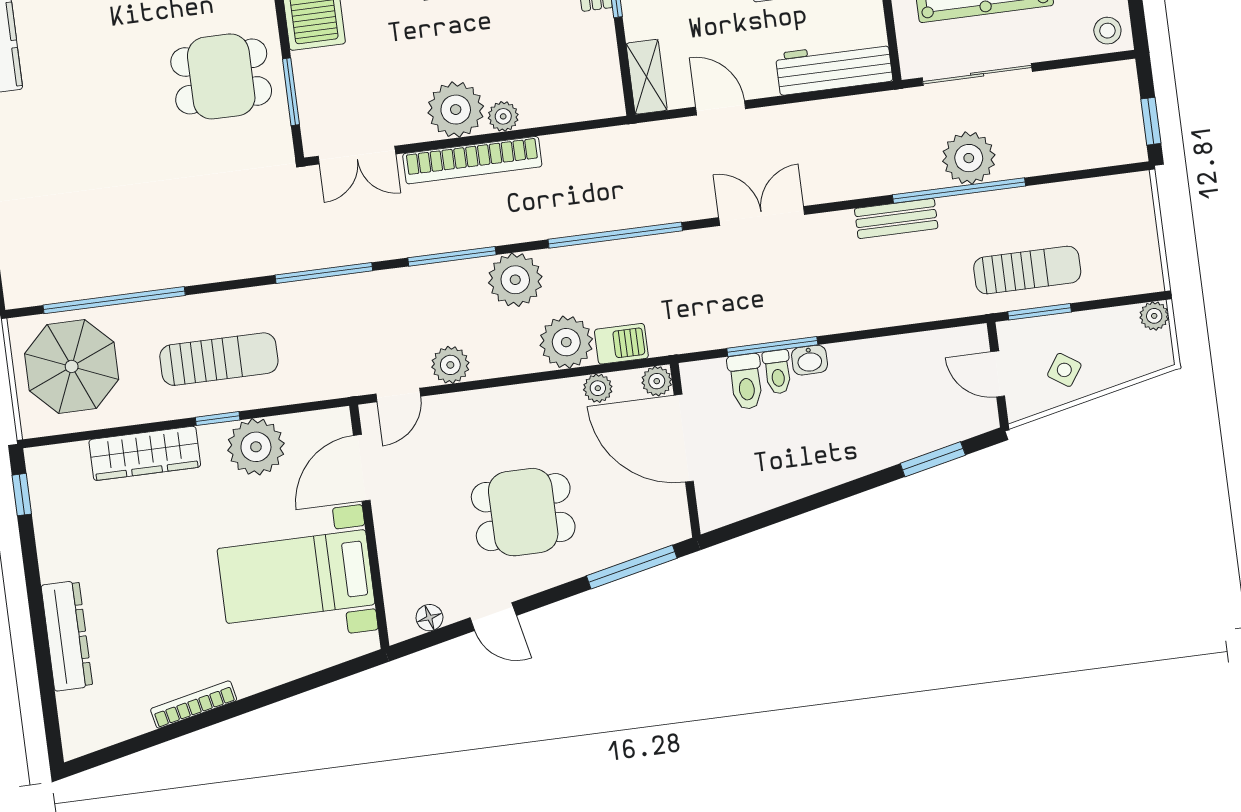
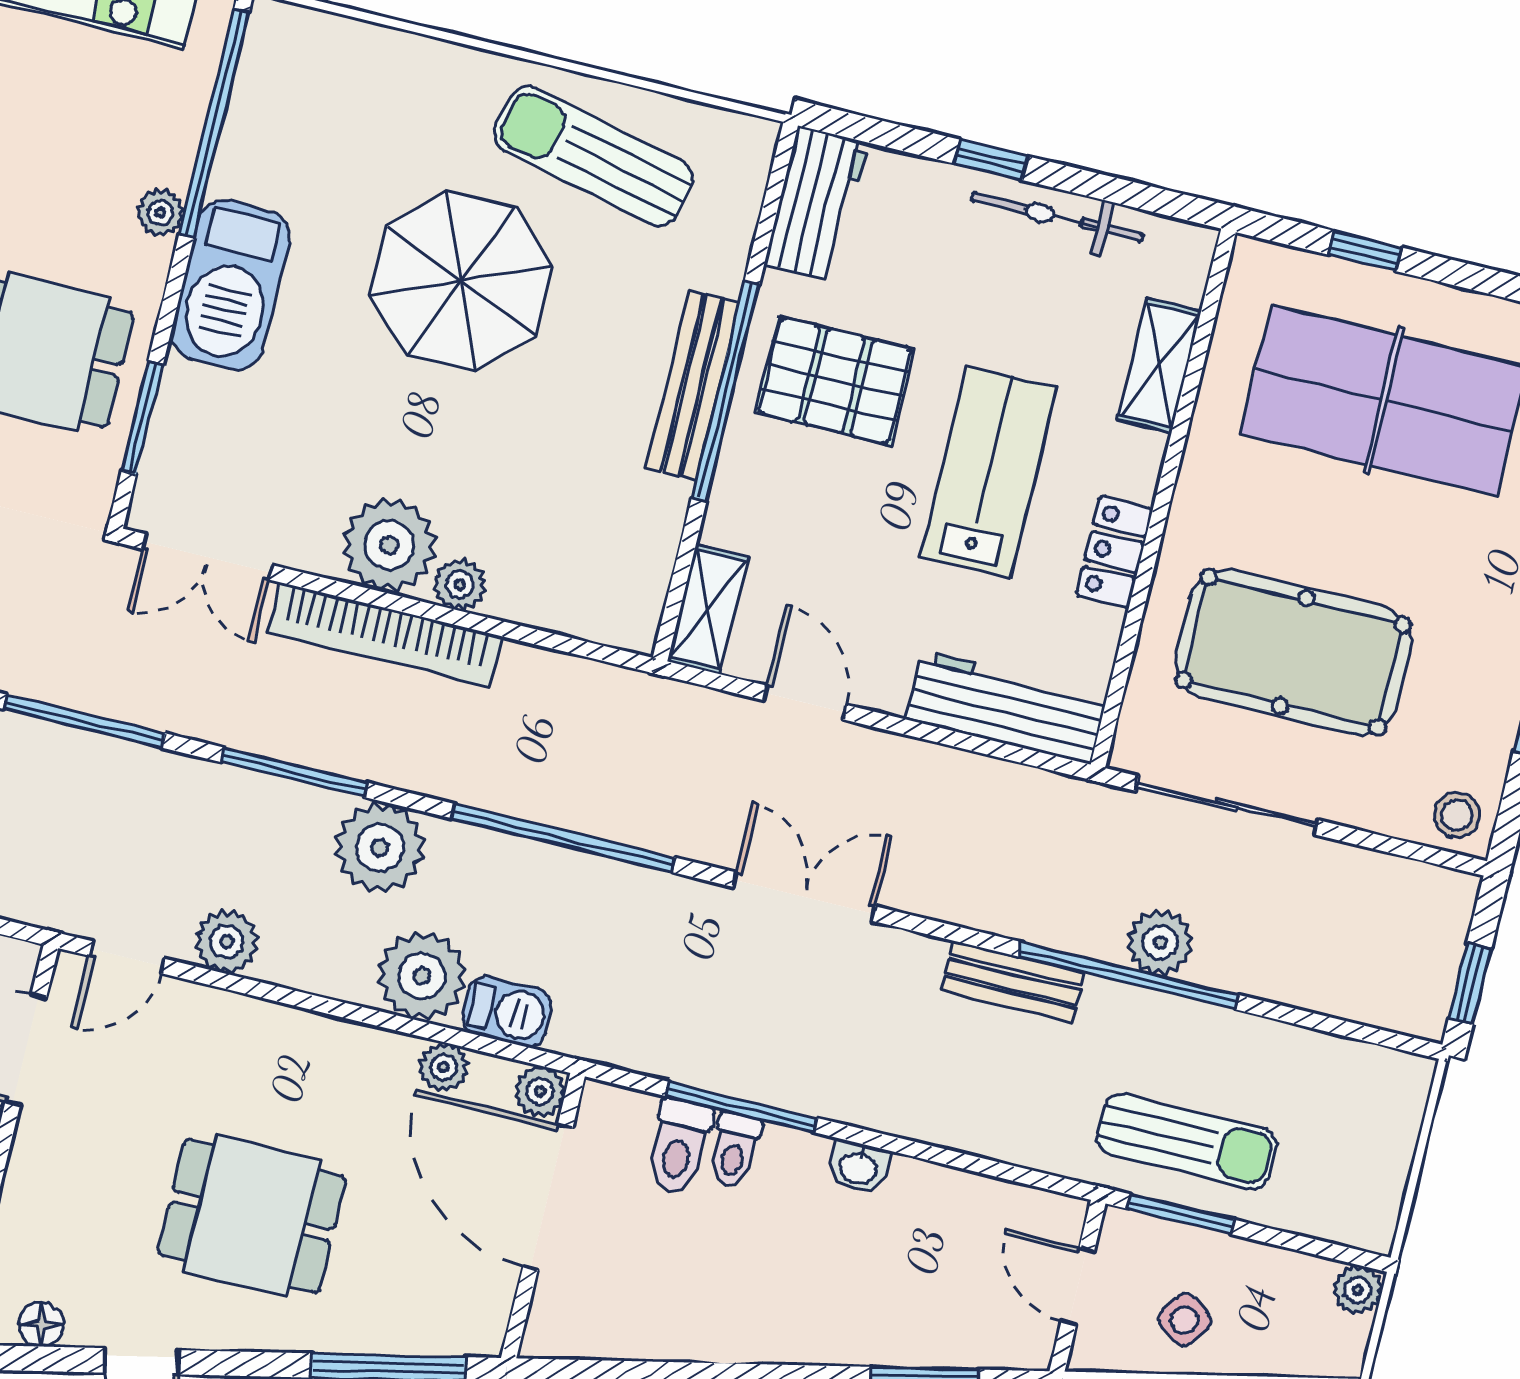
plant: (969, 158) -> (1160, 942), width x0.73, depth x0.73
washbasin: (810, 360) -> (859, 1167), moved

